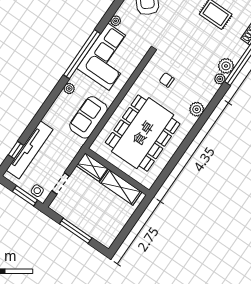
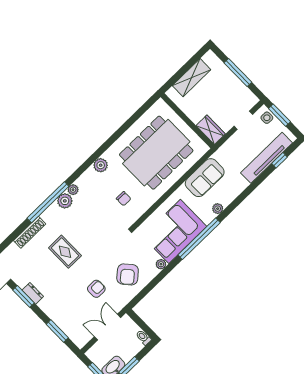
shelving: (121, 187) -> (192, 78), moved, turned 90

